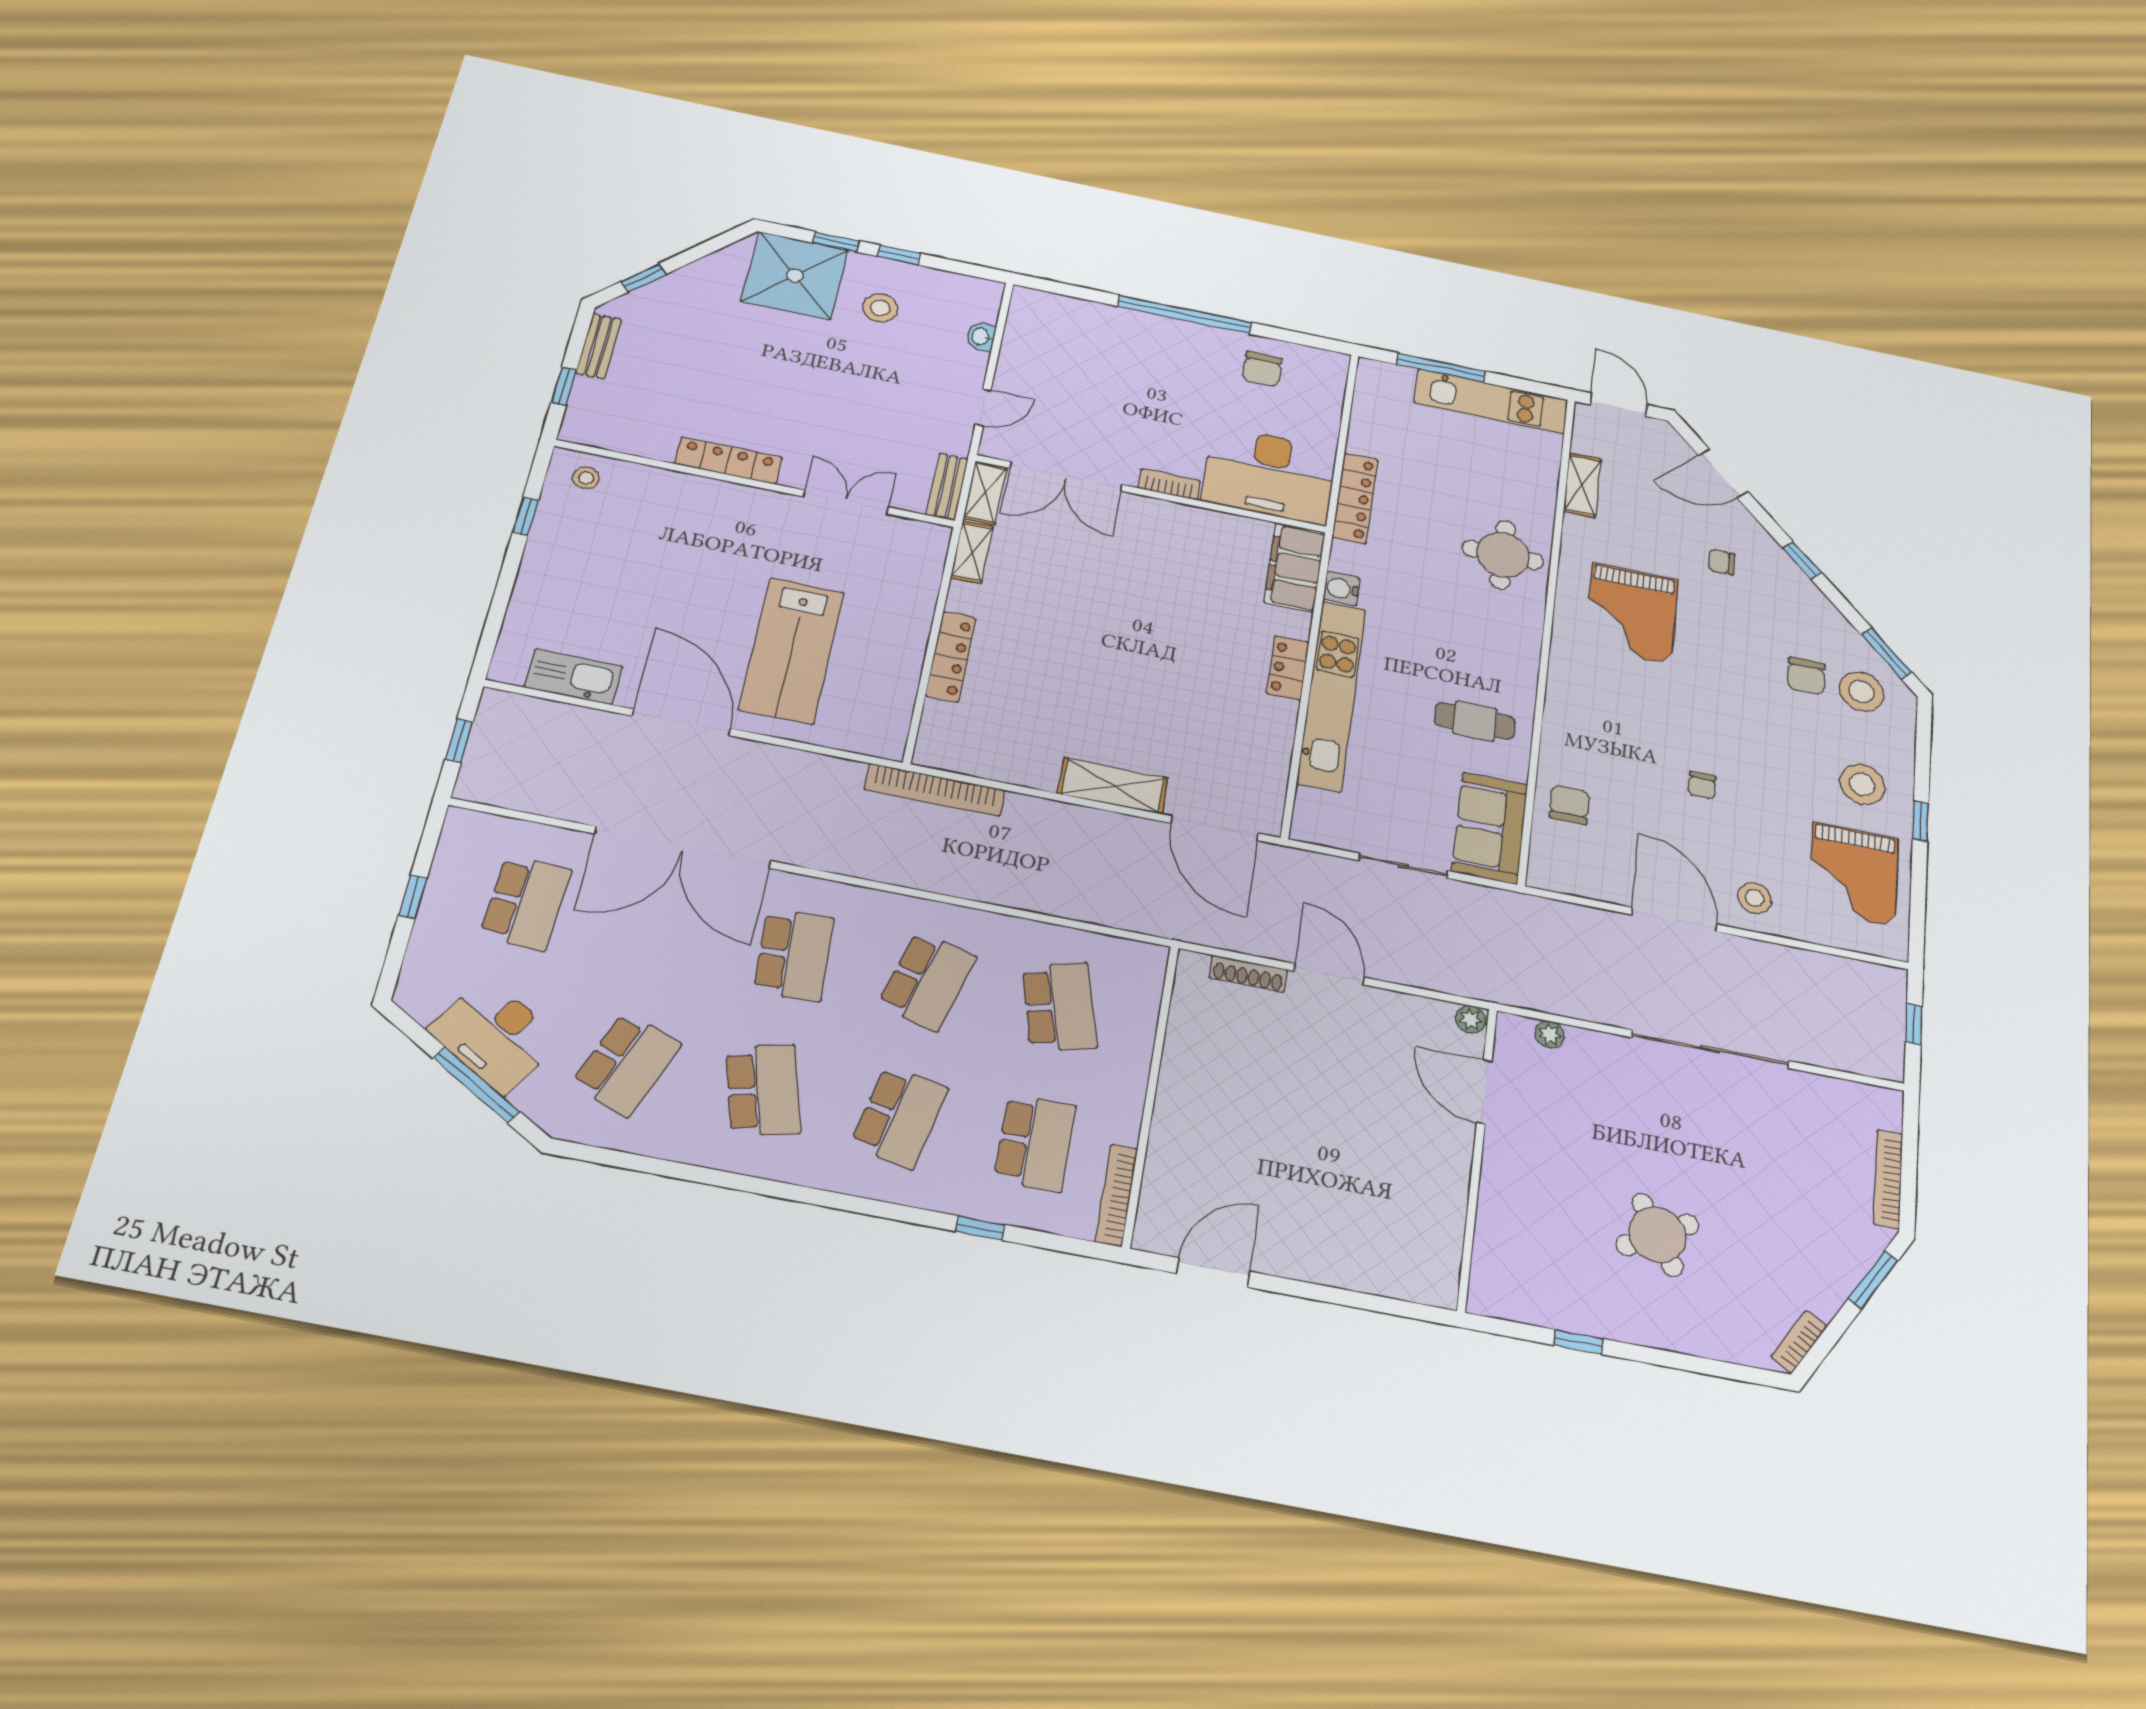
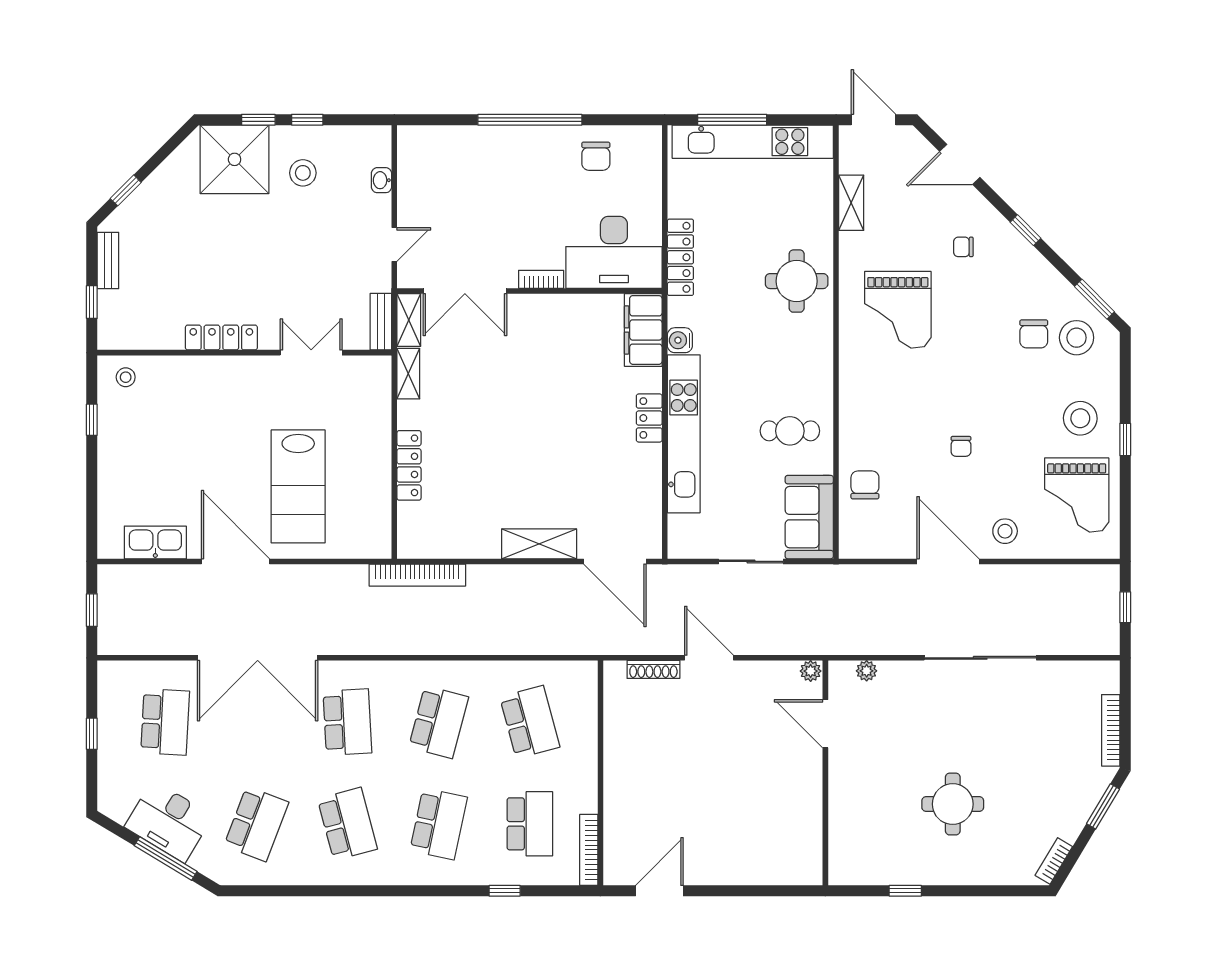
kitchen unit: (1491, 401) -> (753, 142), width x1.36
round table: (1657, 1235) -> (953, 804), turned 30

